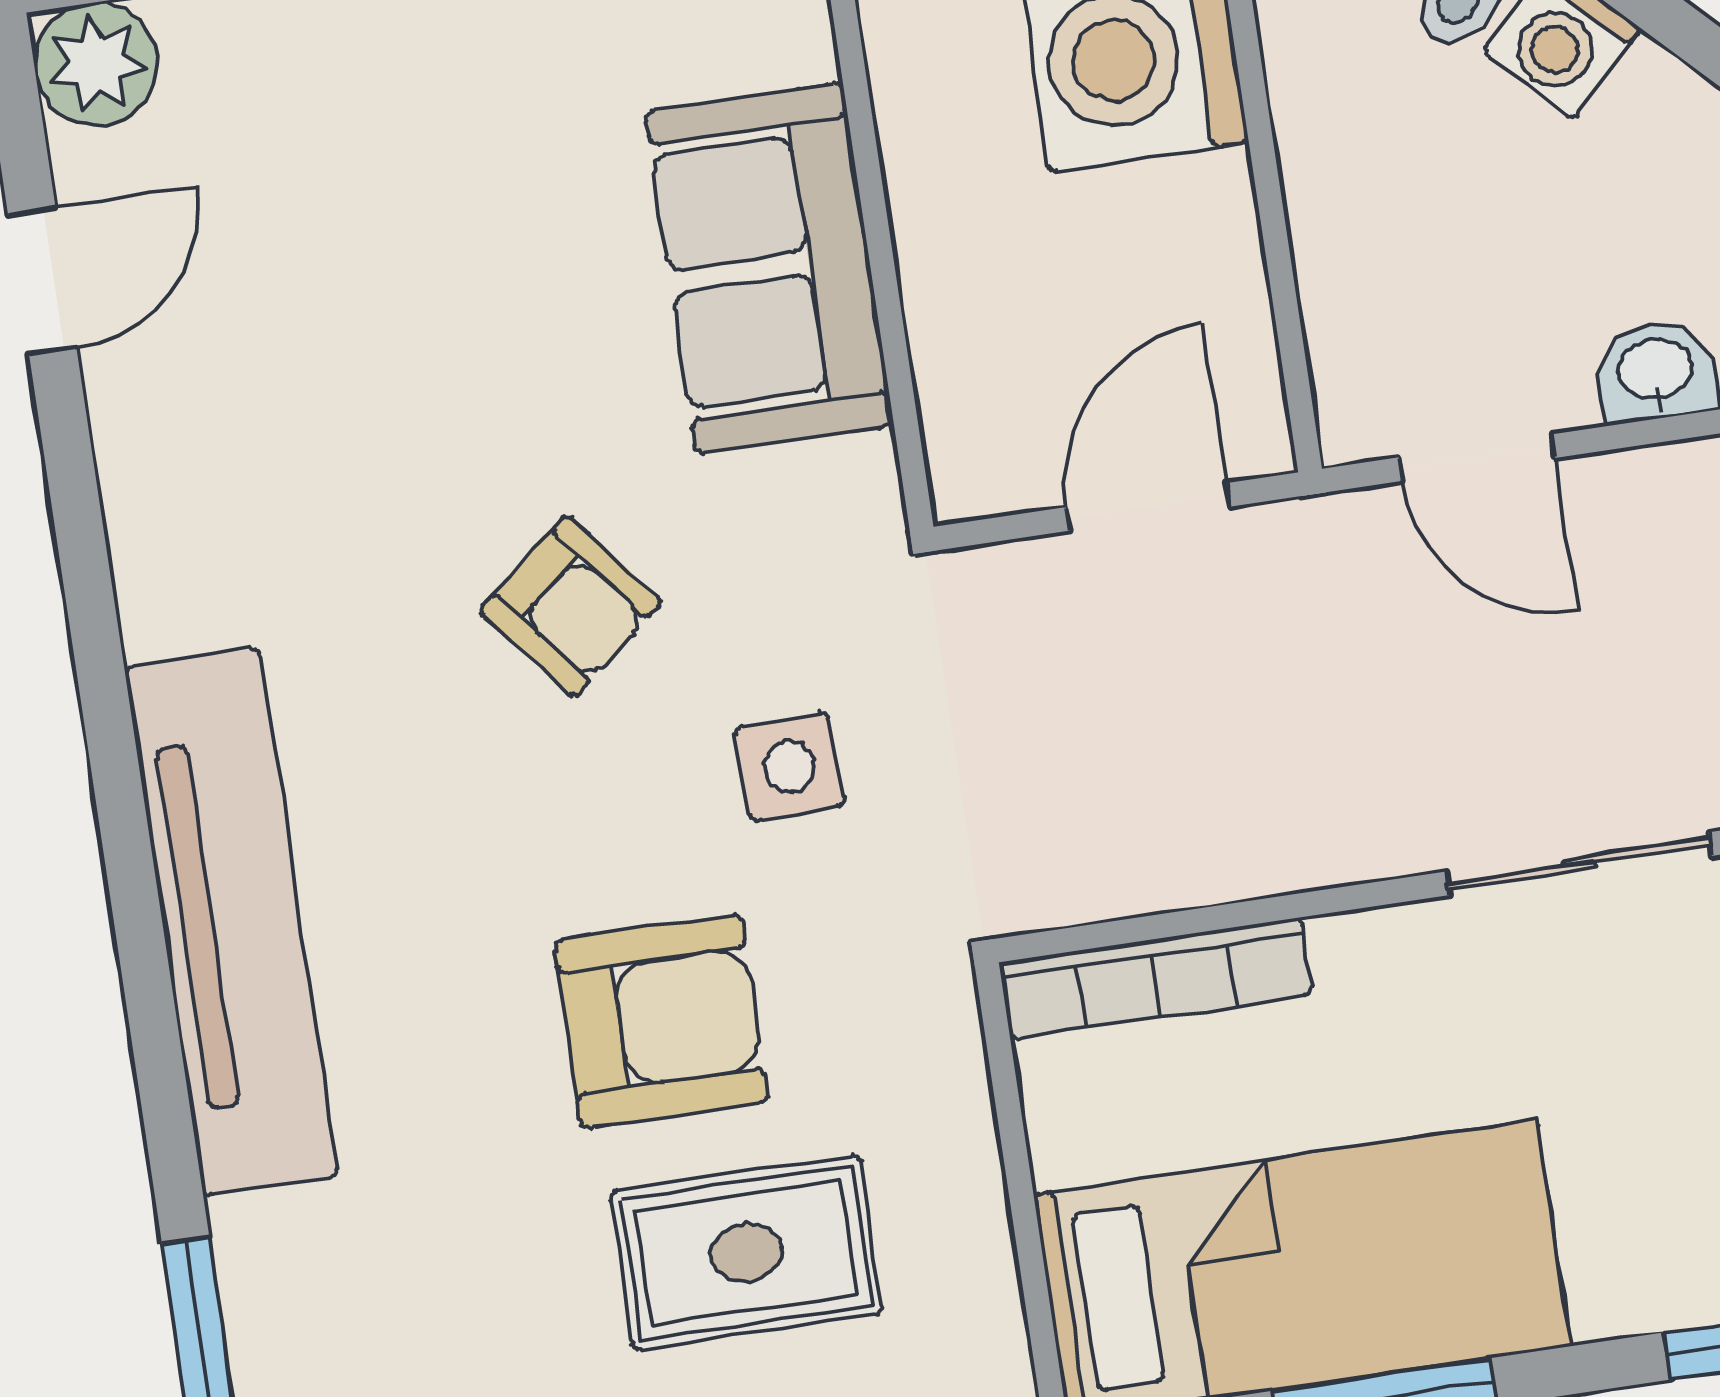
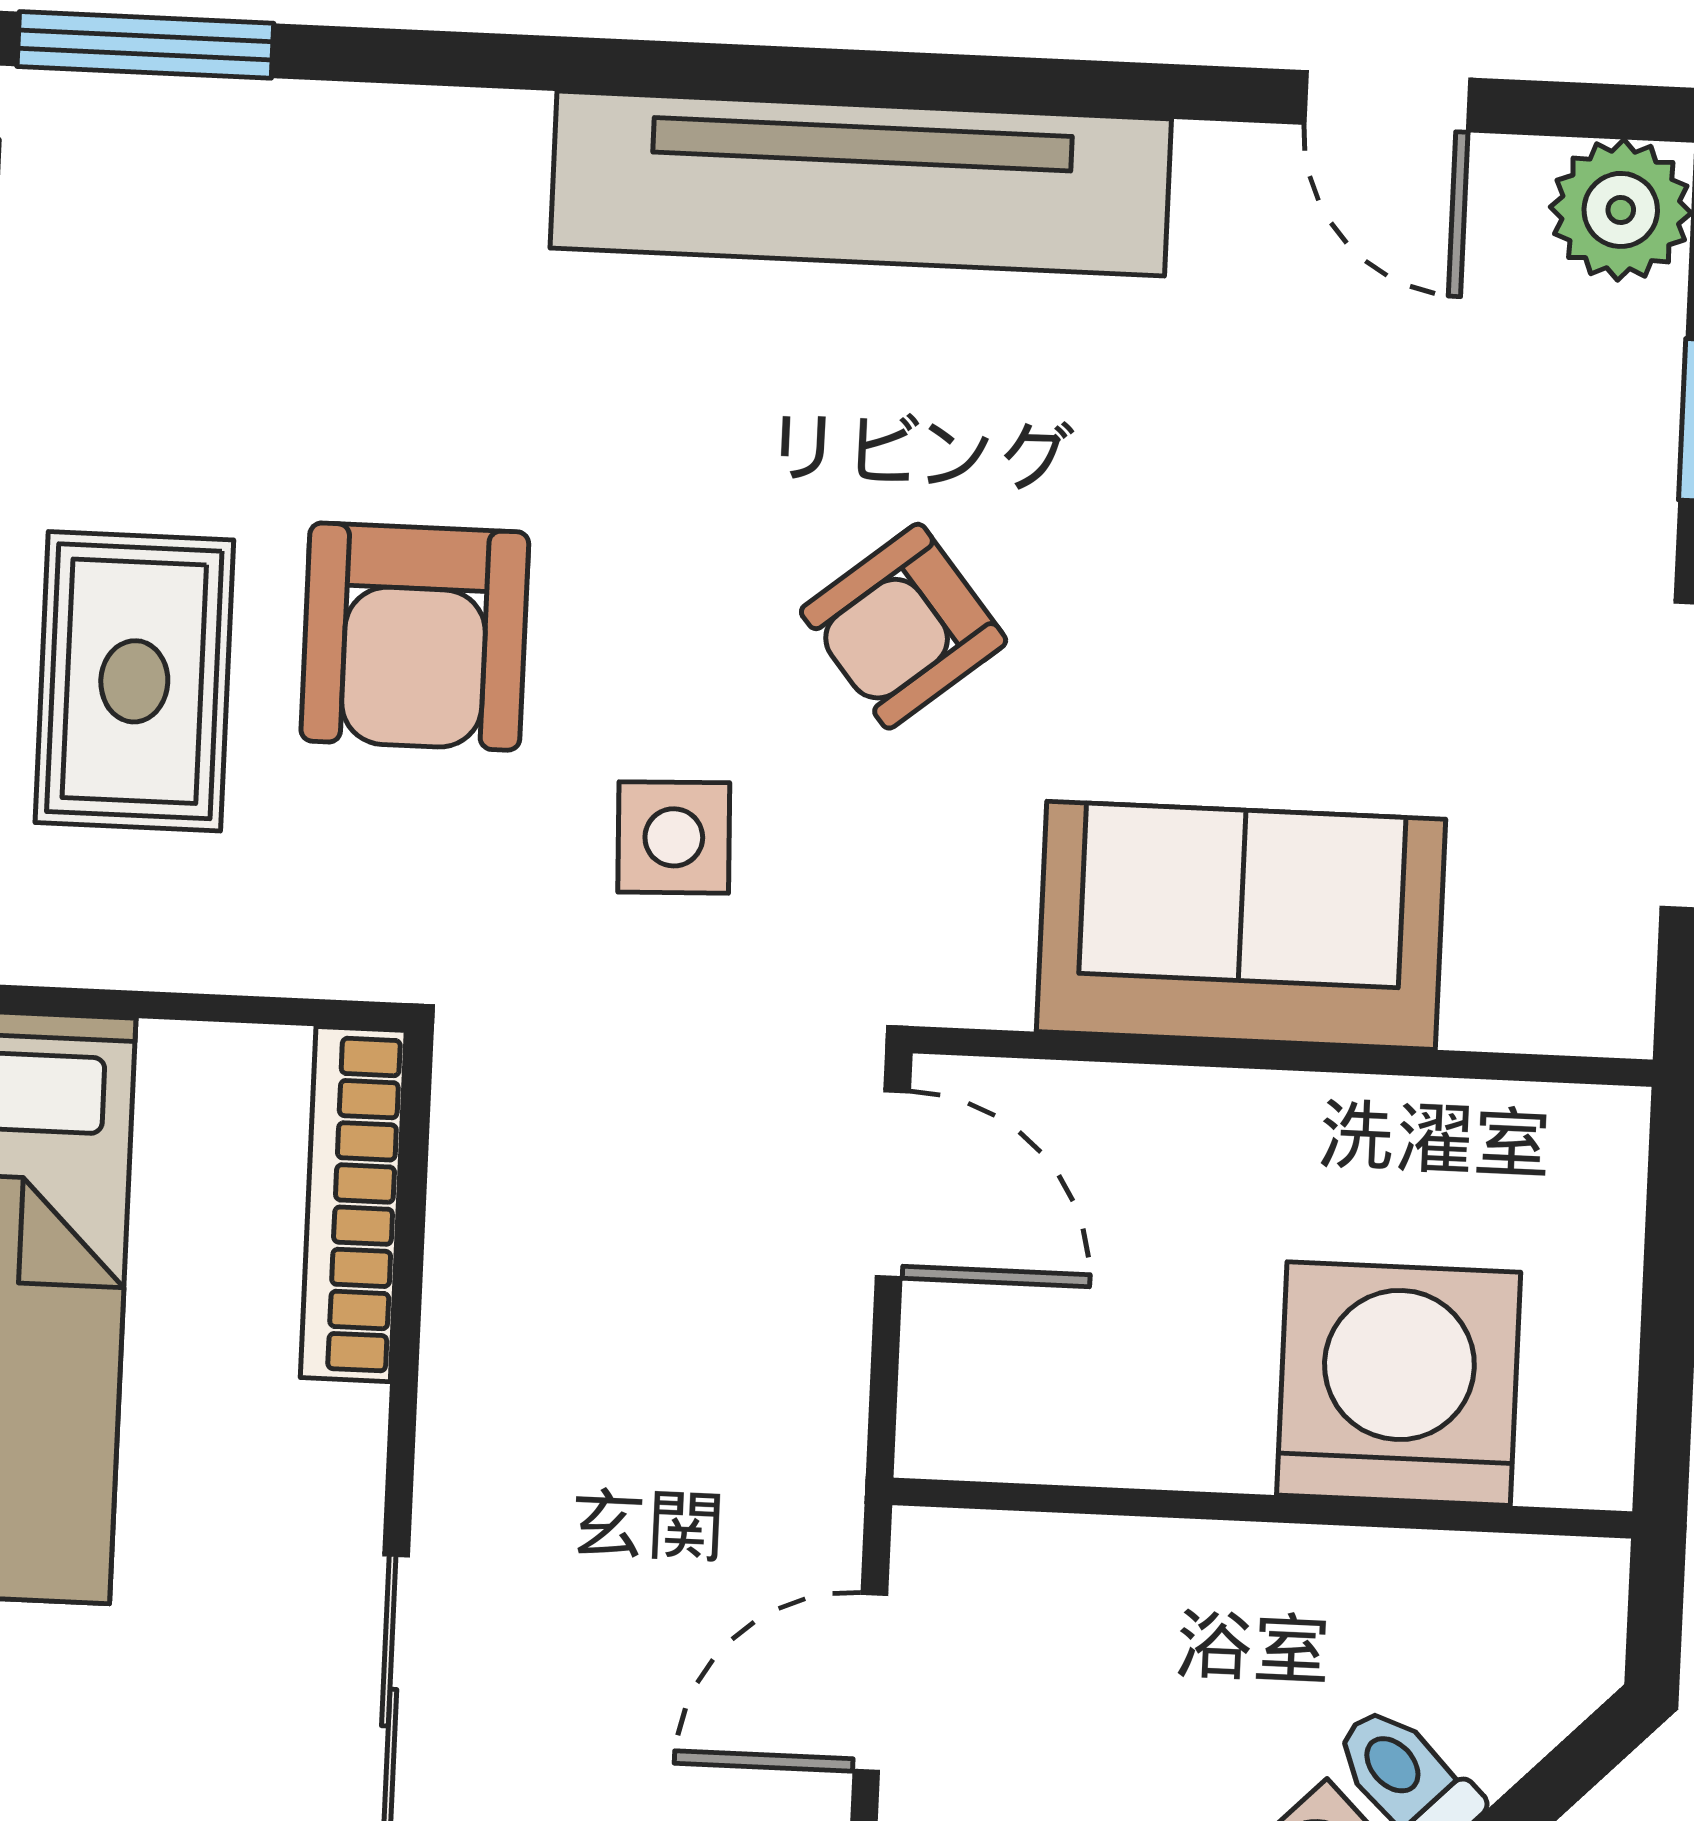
door: (1148, 507) -> (893, 1184), moved
tv unit: (231, 922) -> (861, 184), moved

